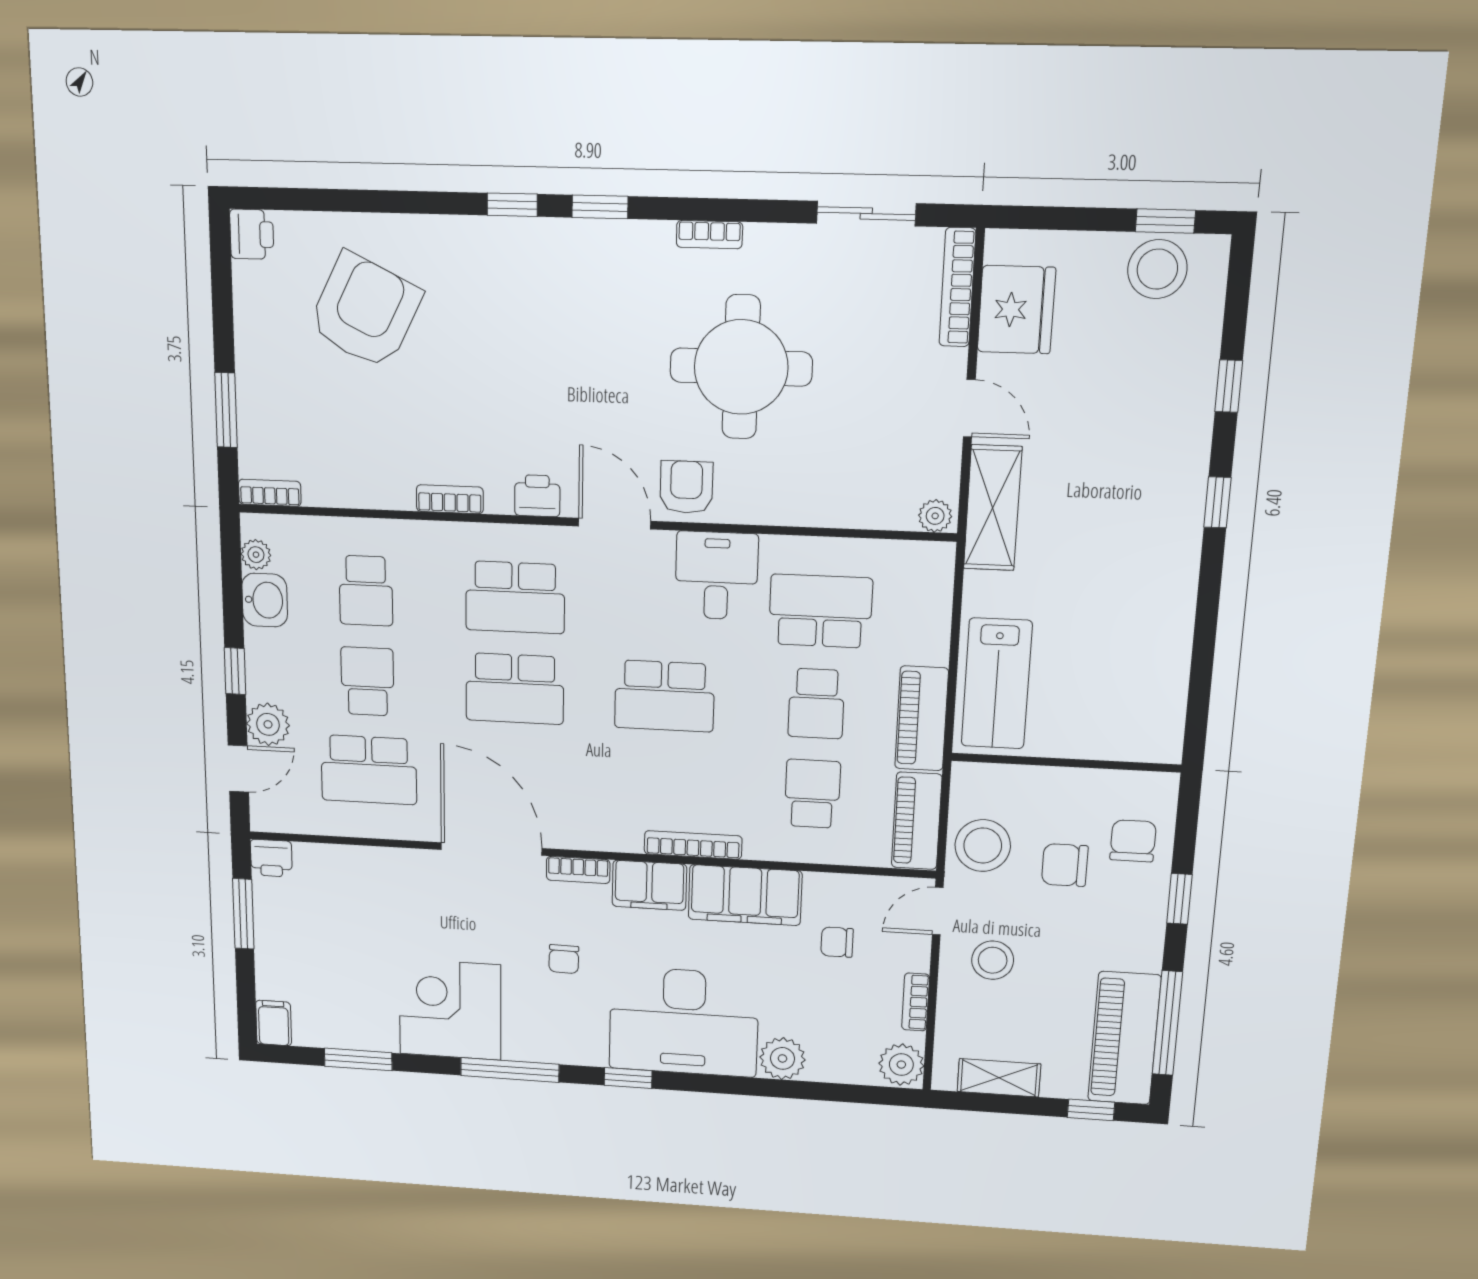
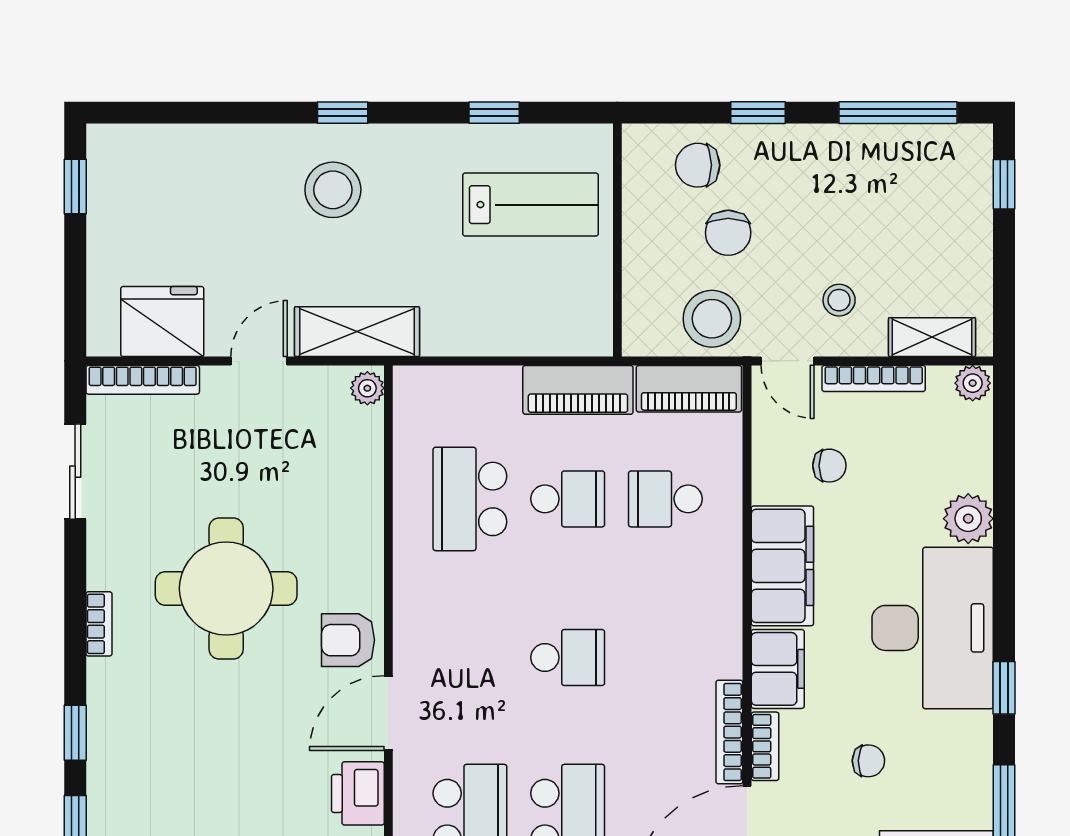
stool: (1157, 269) -> (333, 190), moved
window: (1229, 386) -> (494, 113), moved
printer: (537, 496) -> (358, 793), width x1.36, depth x1.24
desk: (716, 576) -> (438, 607), removed
lab bench: (997, 684) -> (530, 205), moved
school desk: (664, 696) -> (568, 658), width x0.54
bookcase: (693, 845) -> (729, 732), moved
chair: (837, 942) -> (829, 466), turned -90
stool: (993, 960) -> (839, 300), width x0.73, depth x0.73
bookcase: (916, 1002) -> (874, 378), width x1.56
piano: (1124, 1038) -> (918, 156), removed
plant: (901, 1065) -> (973, 383), width x0.73, depth x0.73
shelving: (999, 1078) -> (932, 337), moved, turned 90

